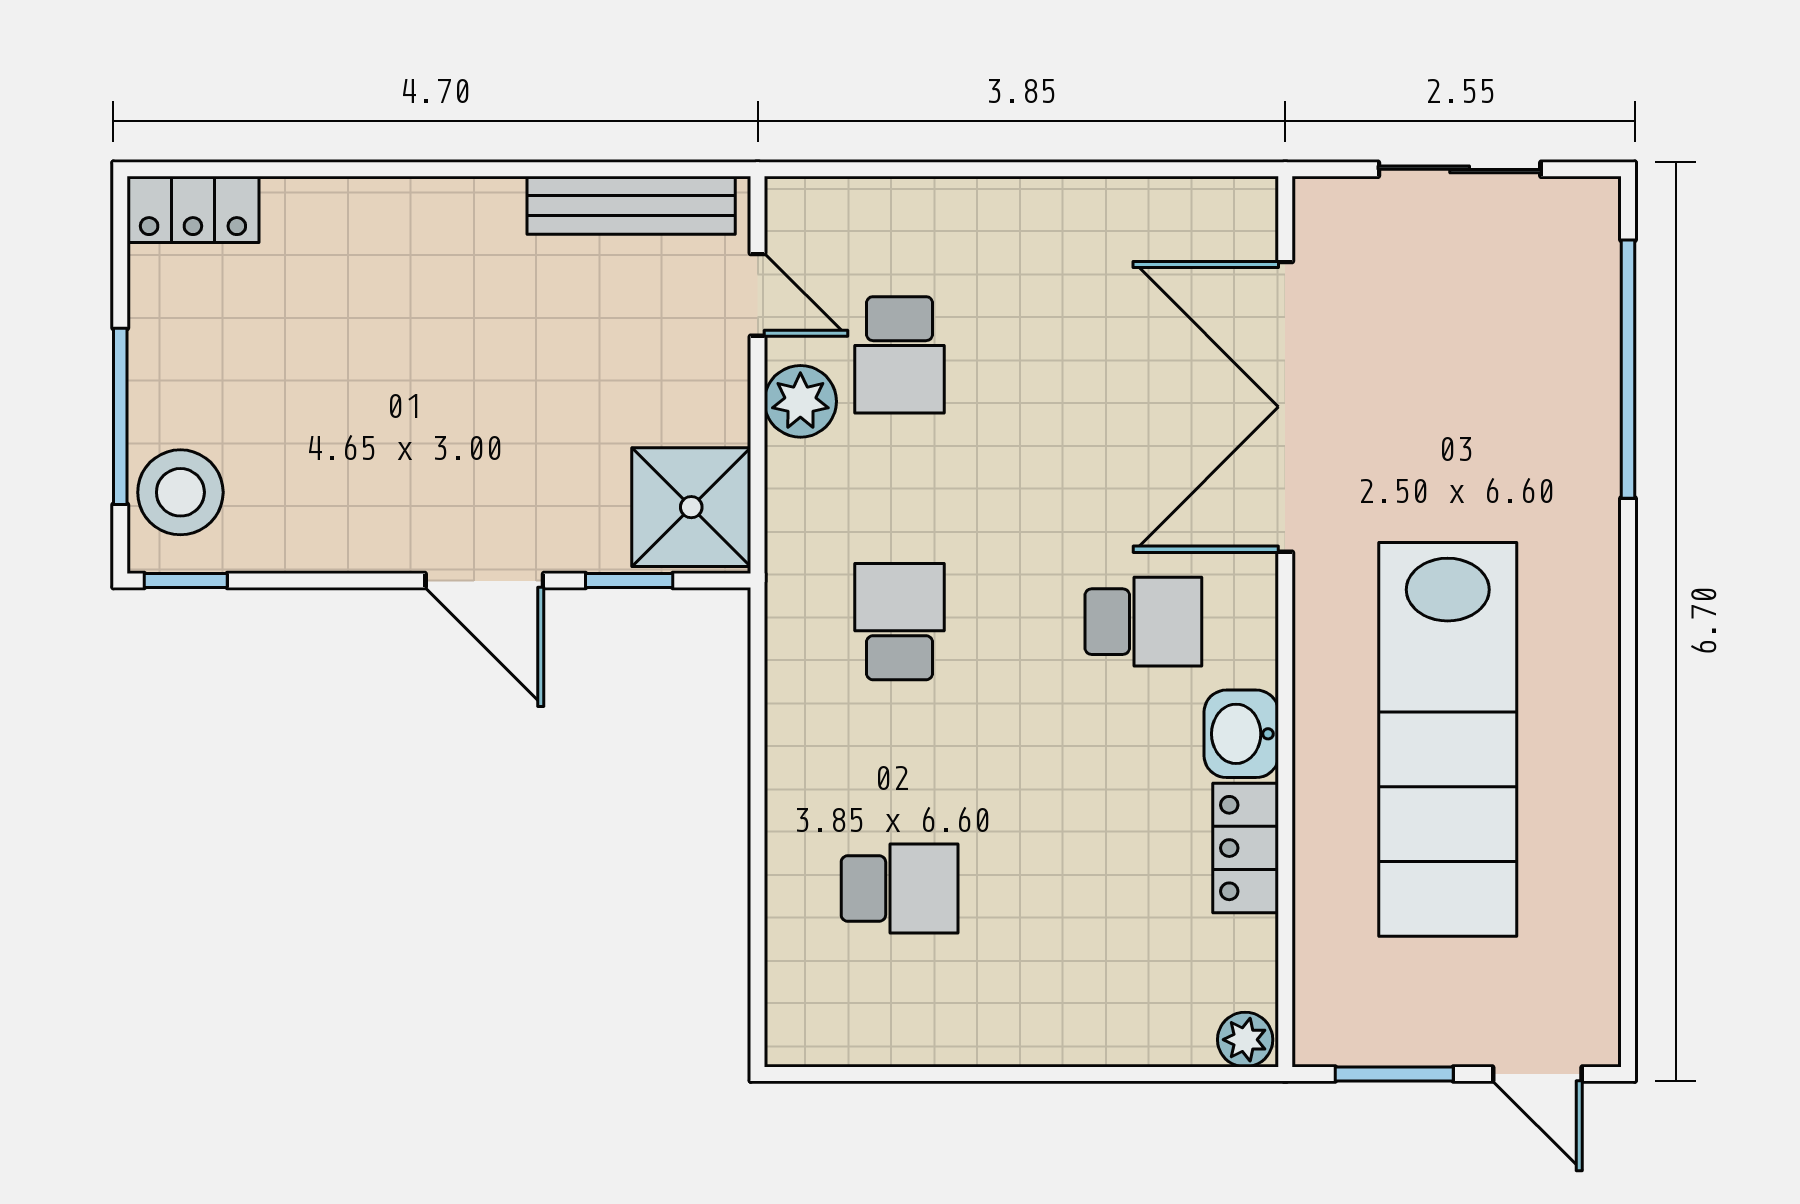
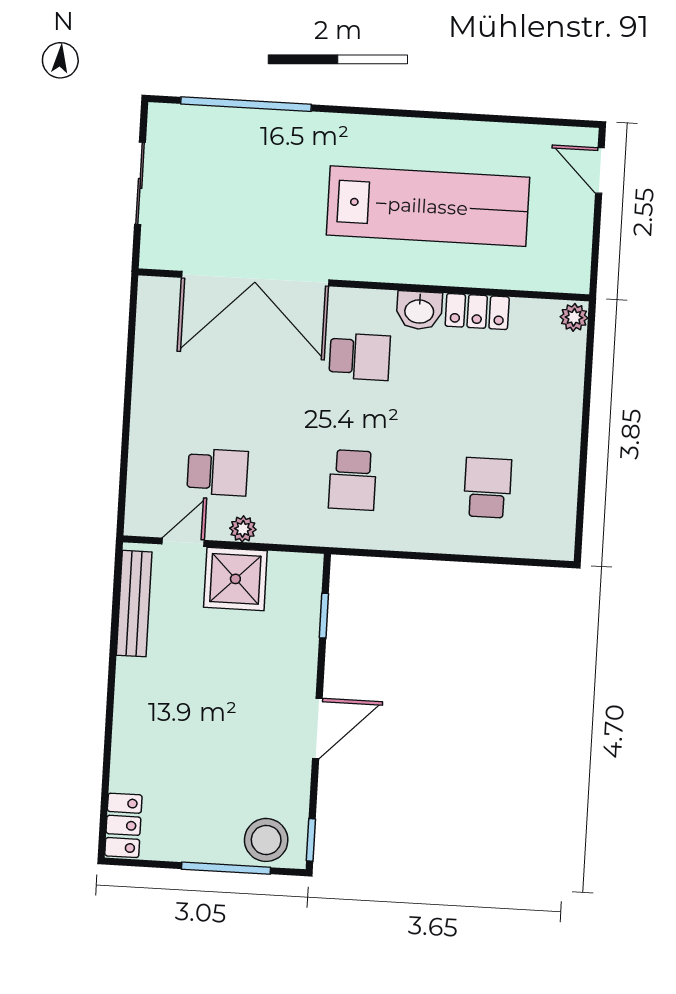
plant: (800, 401) -> (243, 529), width x0.73, depth x0.73
shower: (691, 507) -> (235, 579), moved
door: (484, 581) -> (317, 728), moved
school desk: (900, 622) -> (353, 480), turned -90
school desk: (1143, 622) -> (360, 357), turned 90
window: (1394, 1074) -> (596, 243), removed
door: (1537, 1074) -> (600, 171), swing flipped

